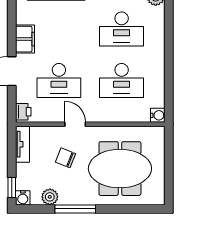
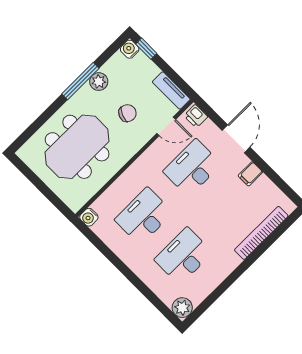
filing cabinet: (25, 39) -> (250, 174), width x0.50
door: (75, 124) -> (166, 126), moved
plant: (50, 197) -> (99, 82), moved

